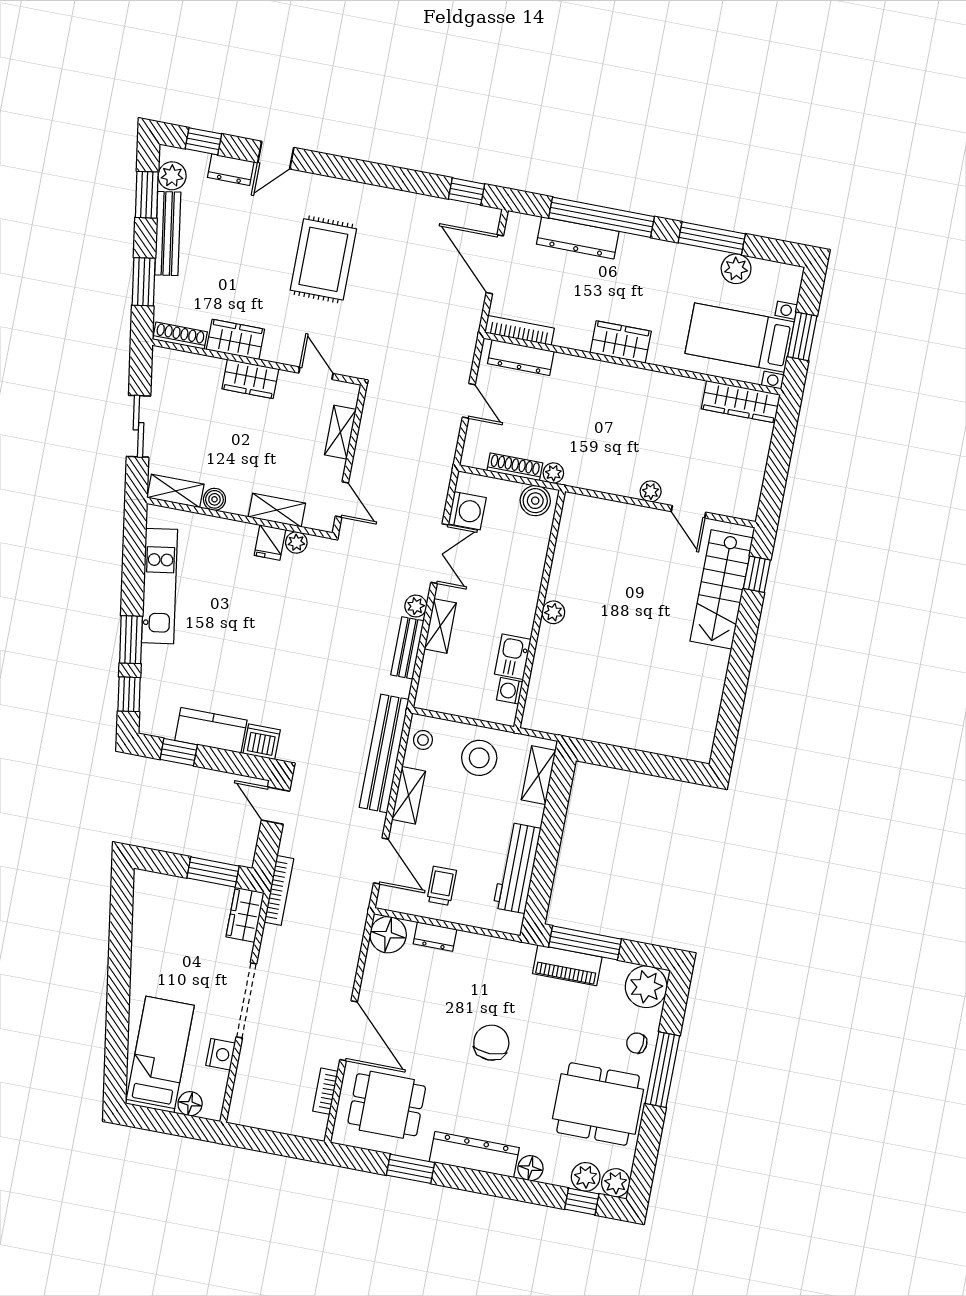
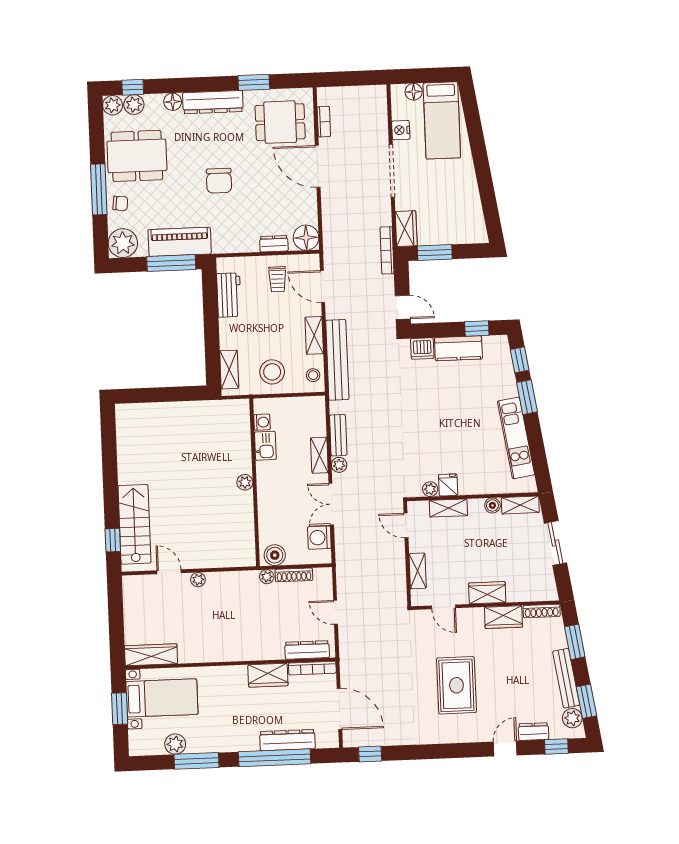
wardrobe: (621, 342) -> (268, 675), moved
workbench: (517, 868) -> (229, 295), width x0.73
piano: (567, 965) -> (180, 242), width x1.37, depth x1.33

